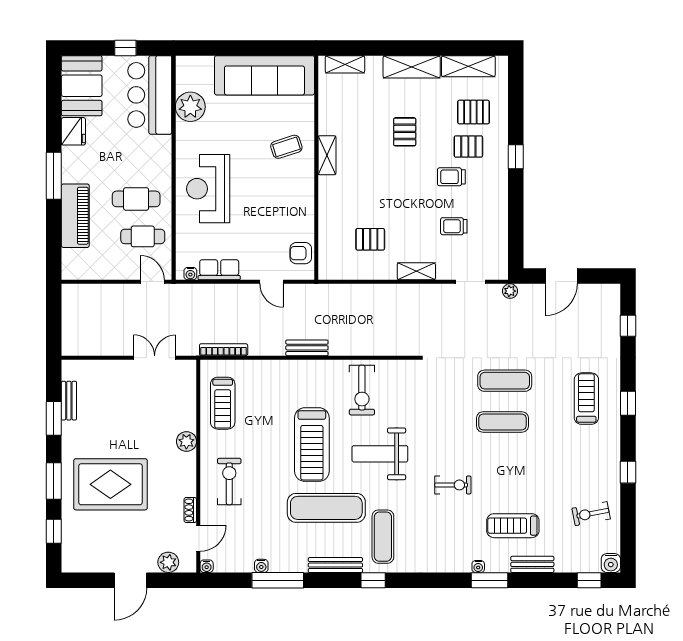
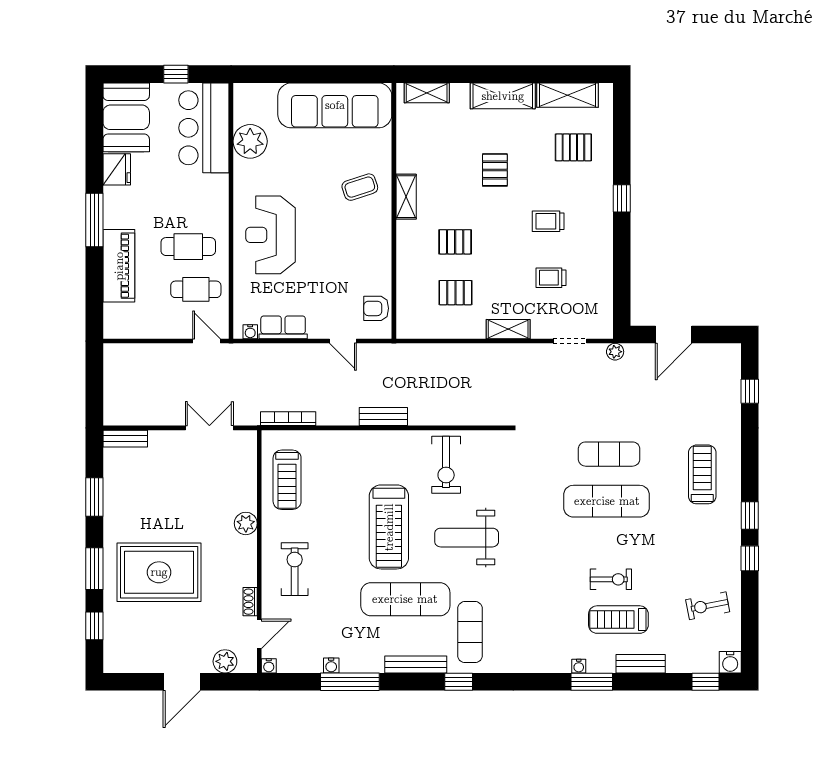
pallet: (468, 146) -> (455, 242), moved
bench: (69, 401) -> (125, 439), moved, turned 90
window: (628, 403) -> (750, 516), moved
exercise mat: (502, 422) -> (607, 501), width x1.36, depth x1.45
exercise bike: (453, 485) -> (611, 579), moved

